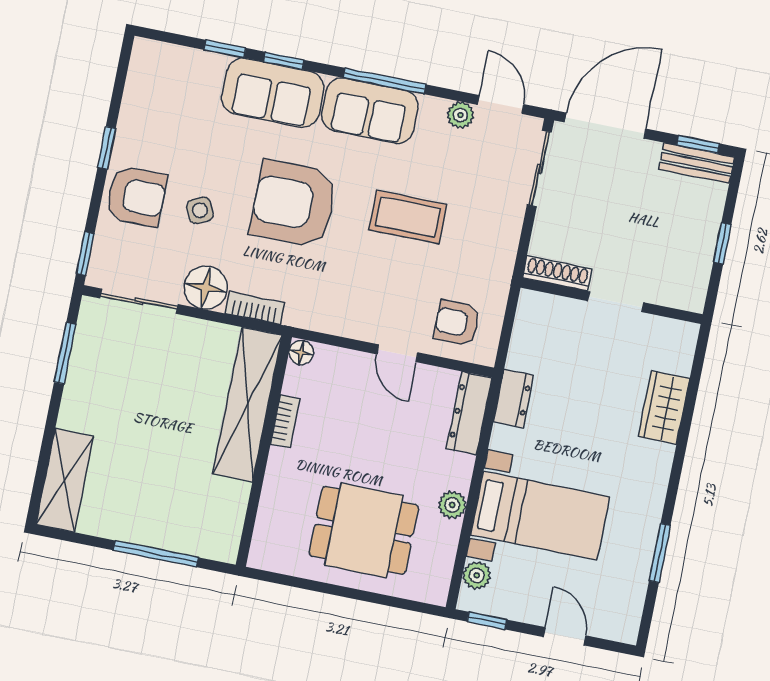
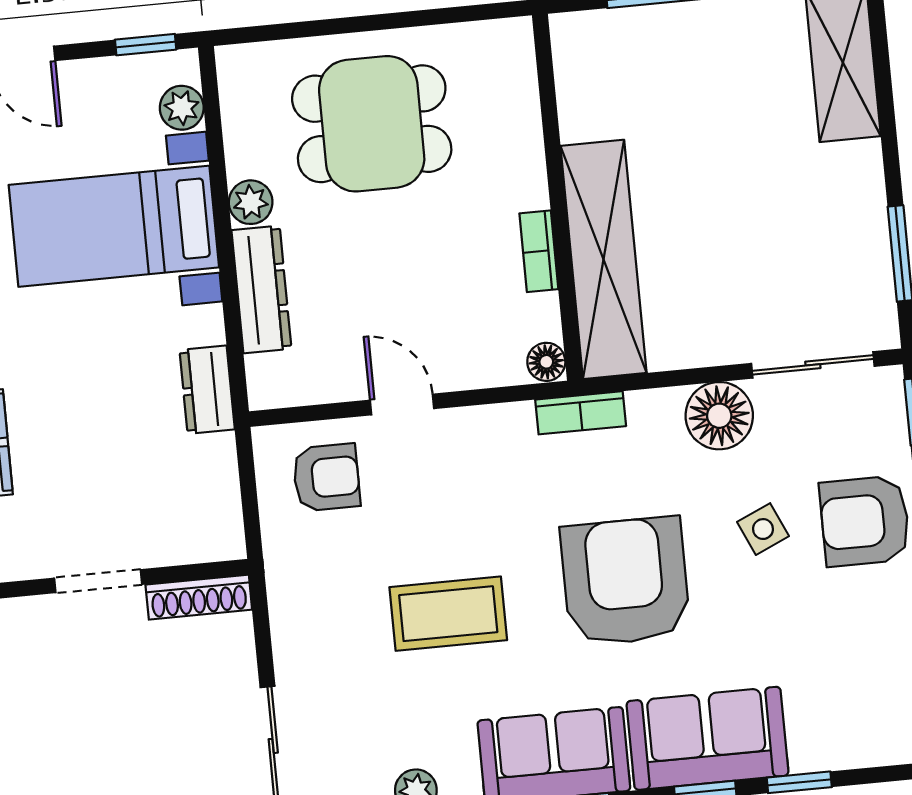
armchair: (294, 204) -> (625, 581), turned -90
bookcase: (255, 308) -> (581, 413), moved
dresser: (469, 413) -> (261, 289), moved

